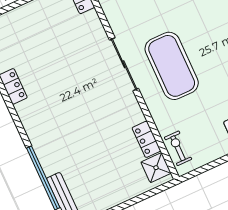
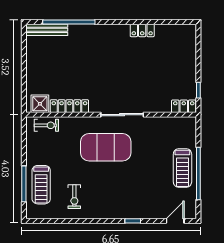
locker: (146, 139) -> (69, 106), width x1.53

